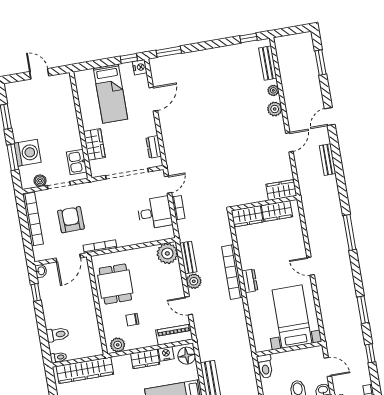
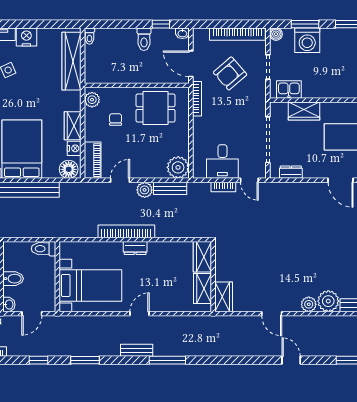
plant: (273, 90) -> (328, 301), width x1.87, depth x1.87
bench: (328, 160) -> (137, 350), moved
boiler: (40, 181) -> (276, 34), moved
armchair: (71, 220) -> (230, 73), turned 140
bookcase: (232, 272) -> (126, 231), moved
toilet: (58, 334) -> (144, 39), moved

